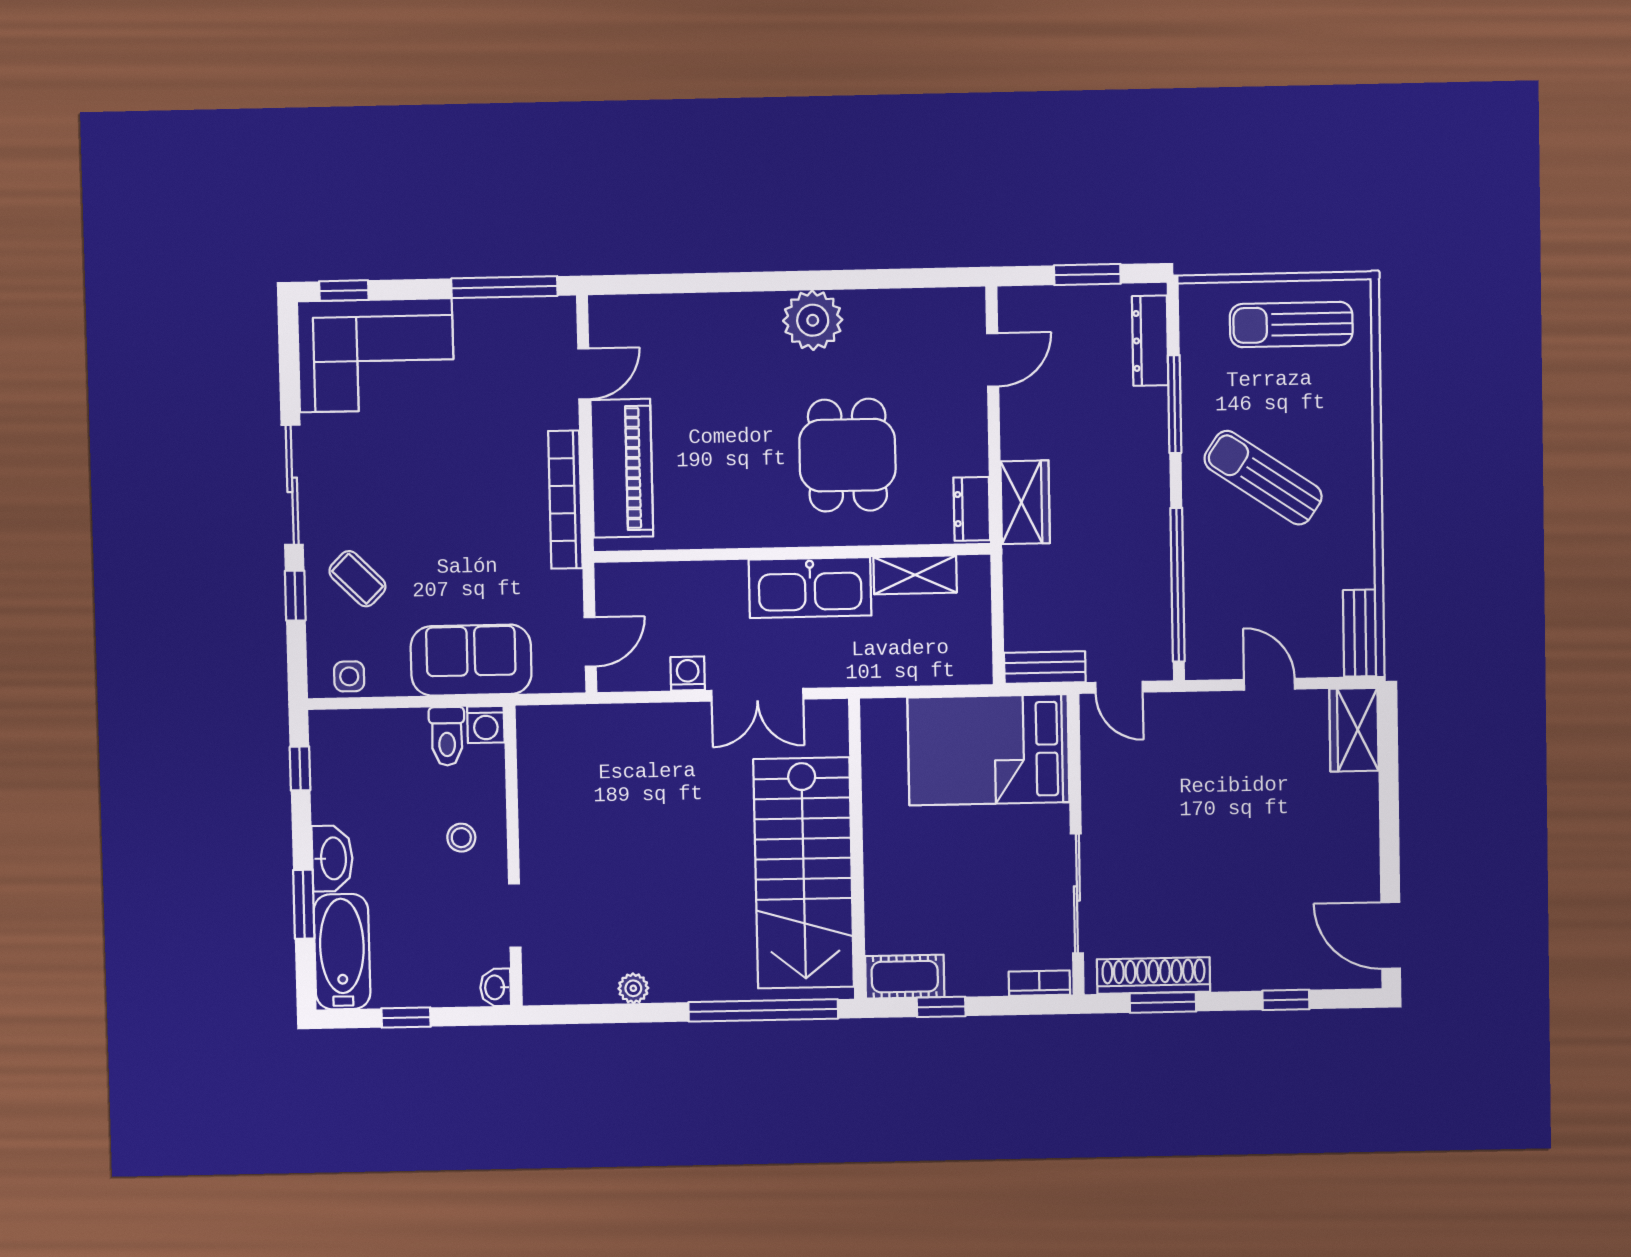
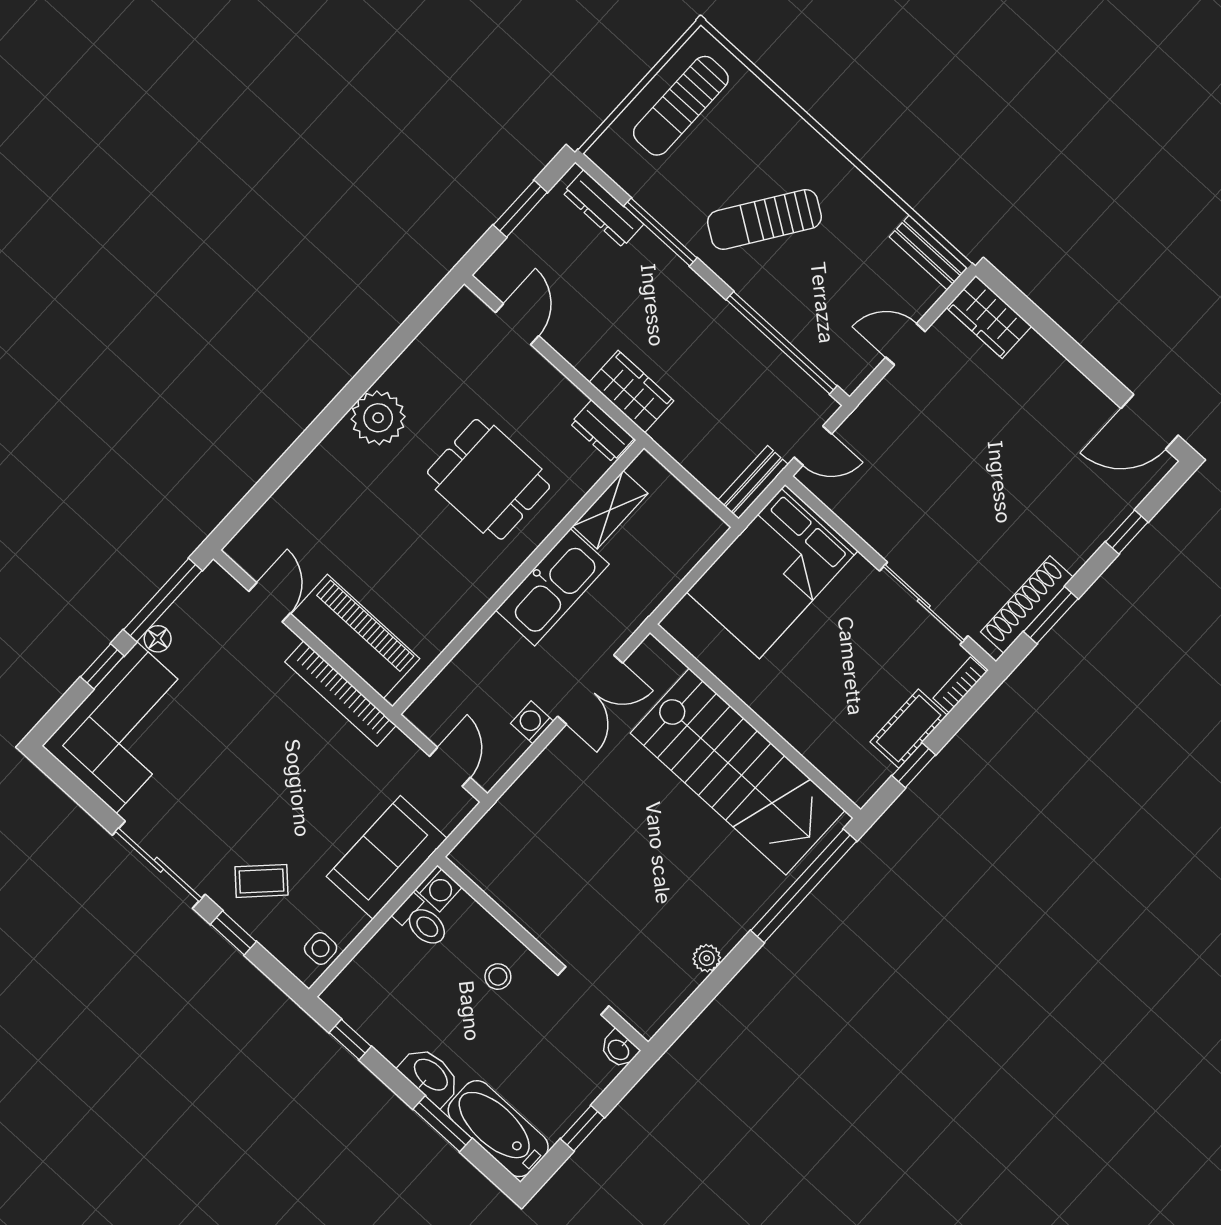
window: (344, 291) -> (102, 666), moved
floor lamp: (470, 312) -> (158, 639), added
cot: (905, 977) -> (909, 729), moved

